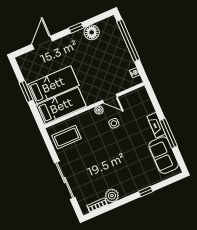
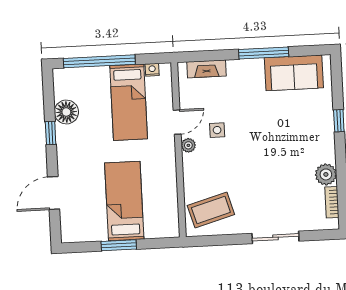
door: (42, 43) -> (54, 193), hinge flipped
bed: (61, 106) -> (129, 102), moved, turned 180
fireplace: (156, 125) -> (206, 69), moved
coffee table: (66, 137) -> (211, 210), turned 74
sliding door: (65, 180) -> (275, 237), width x0.73

